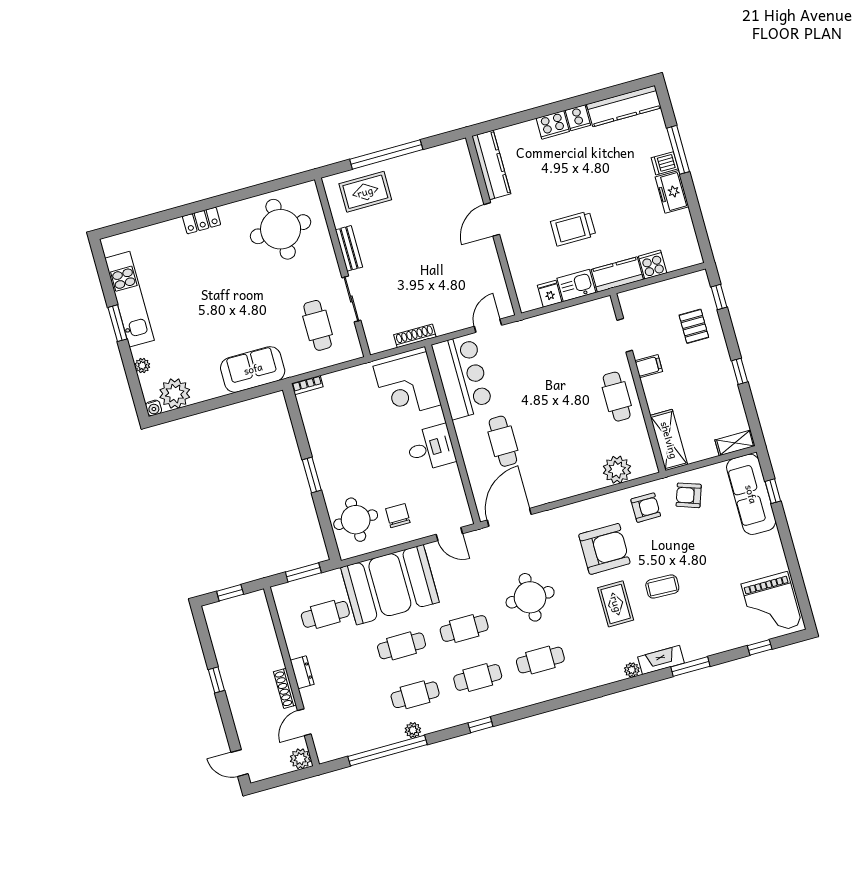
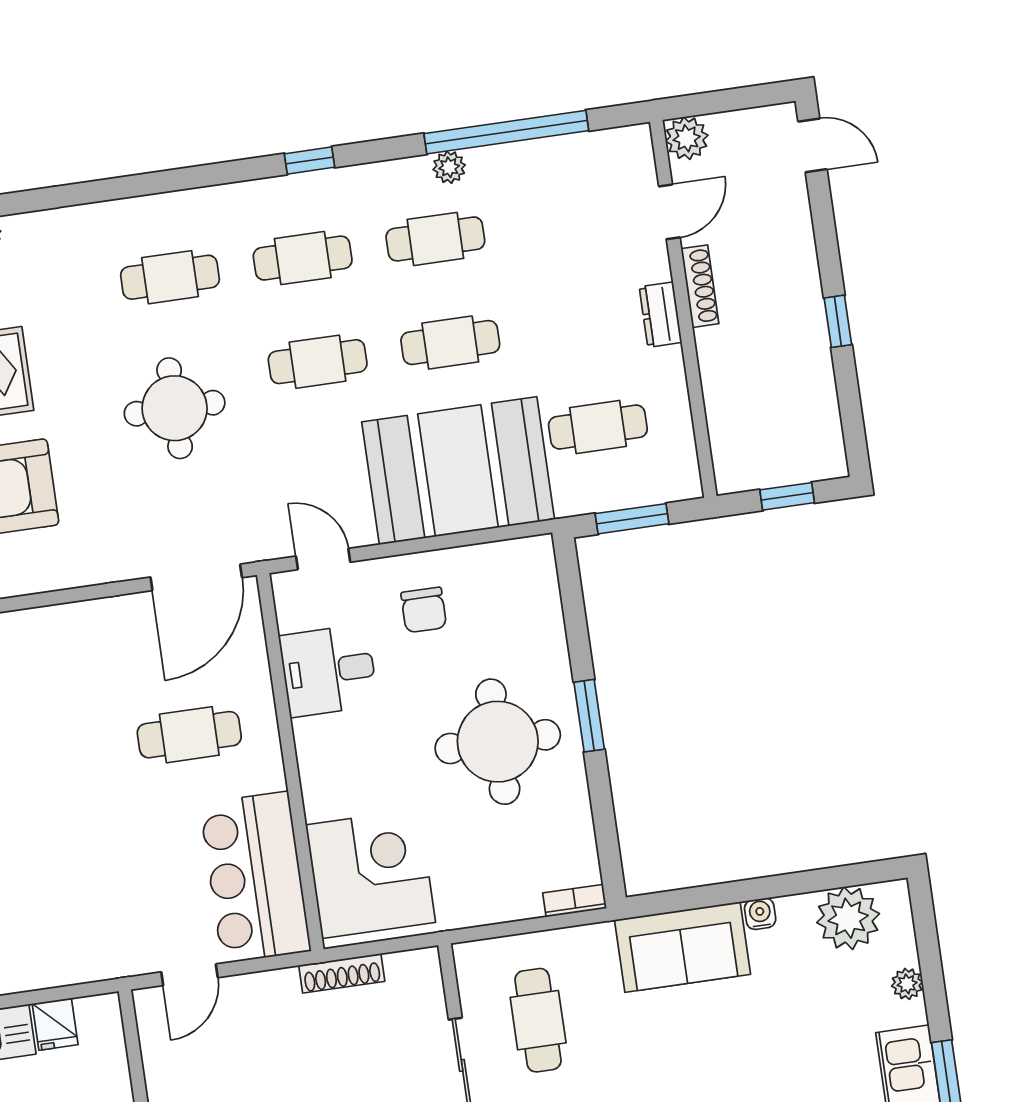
water cooler: (154, 408) -> (760, 914), moved
cafe table: (503, 441) -> (189, 735), turned 90
desk: (431, 448) -> (329, 671), moved
round table: (356, 520) -> (498, 742), moved, width x1.36, depth x1.36

